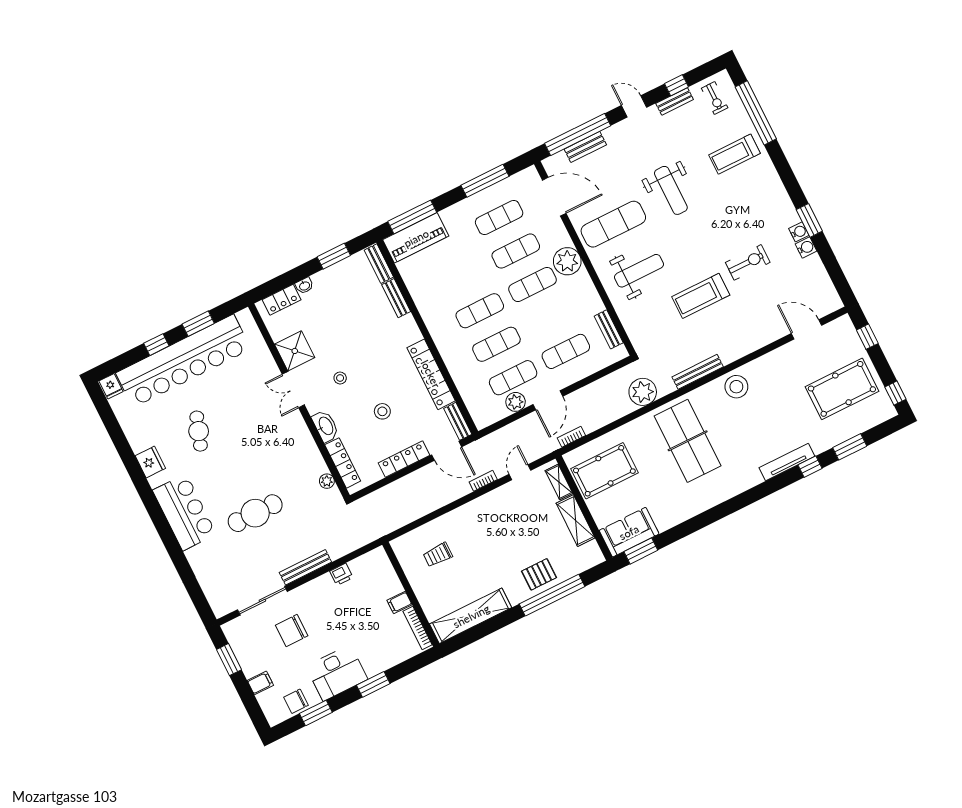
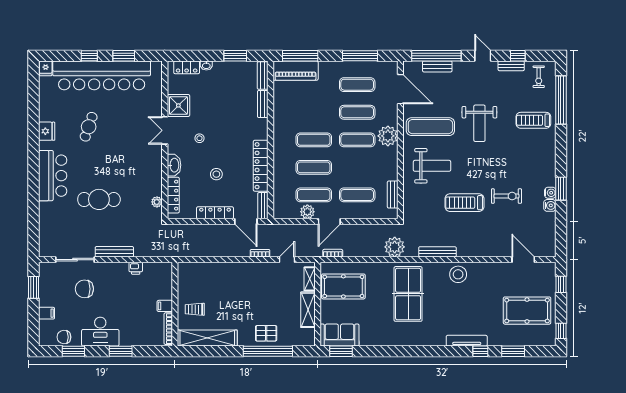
trolley: (438, 555) -> (195, 309), moved

